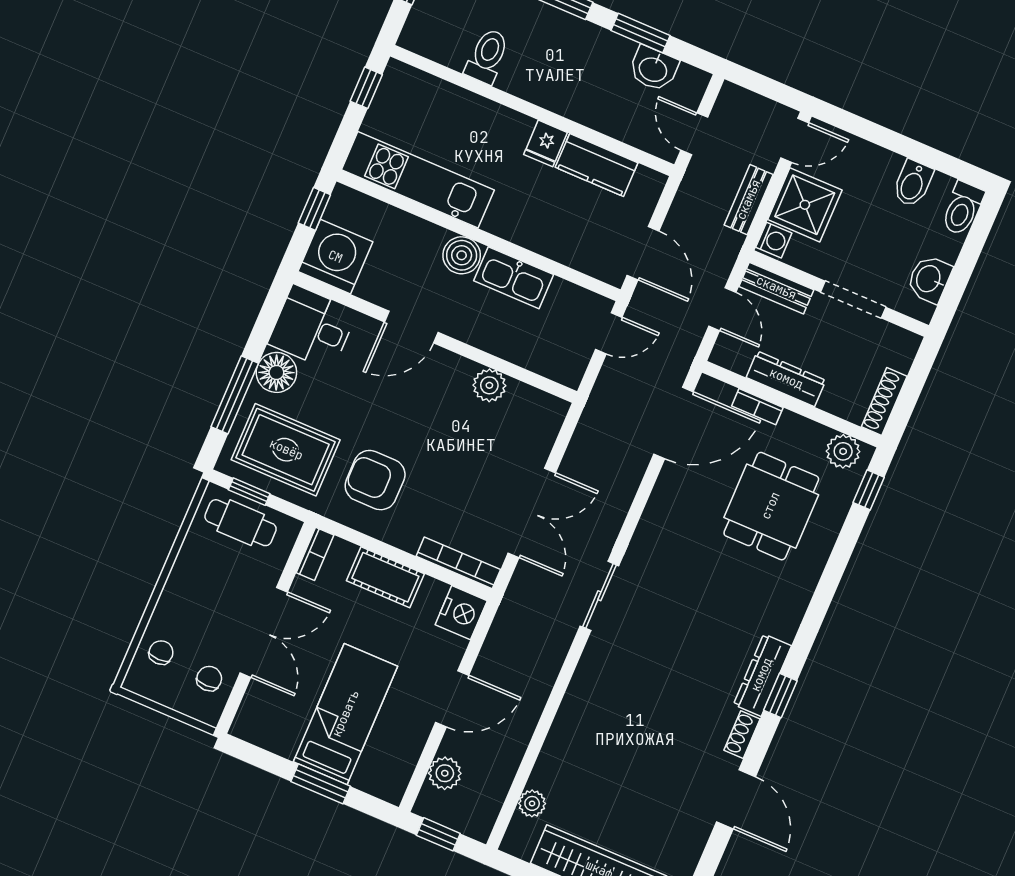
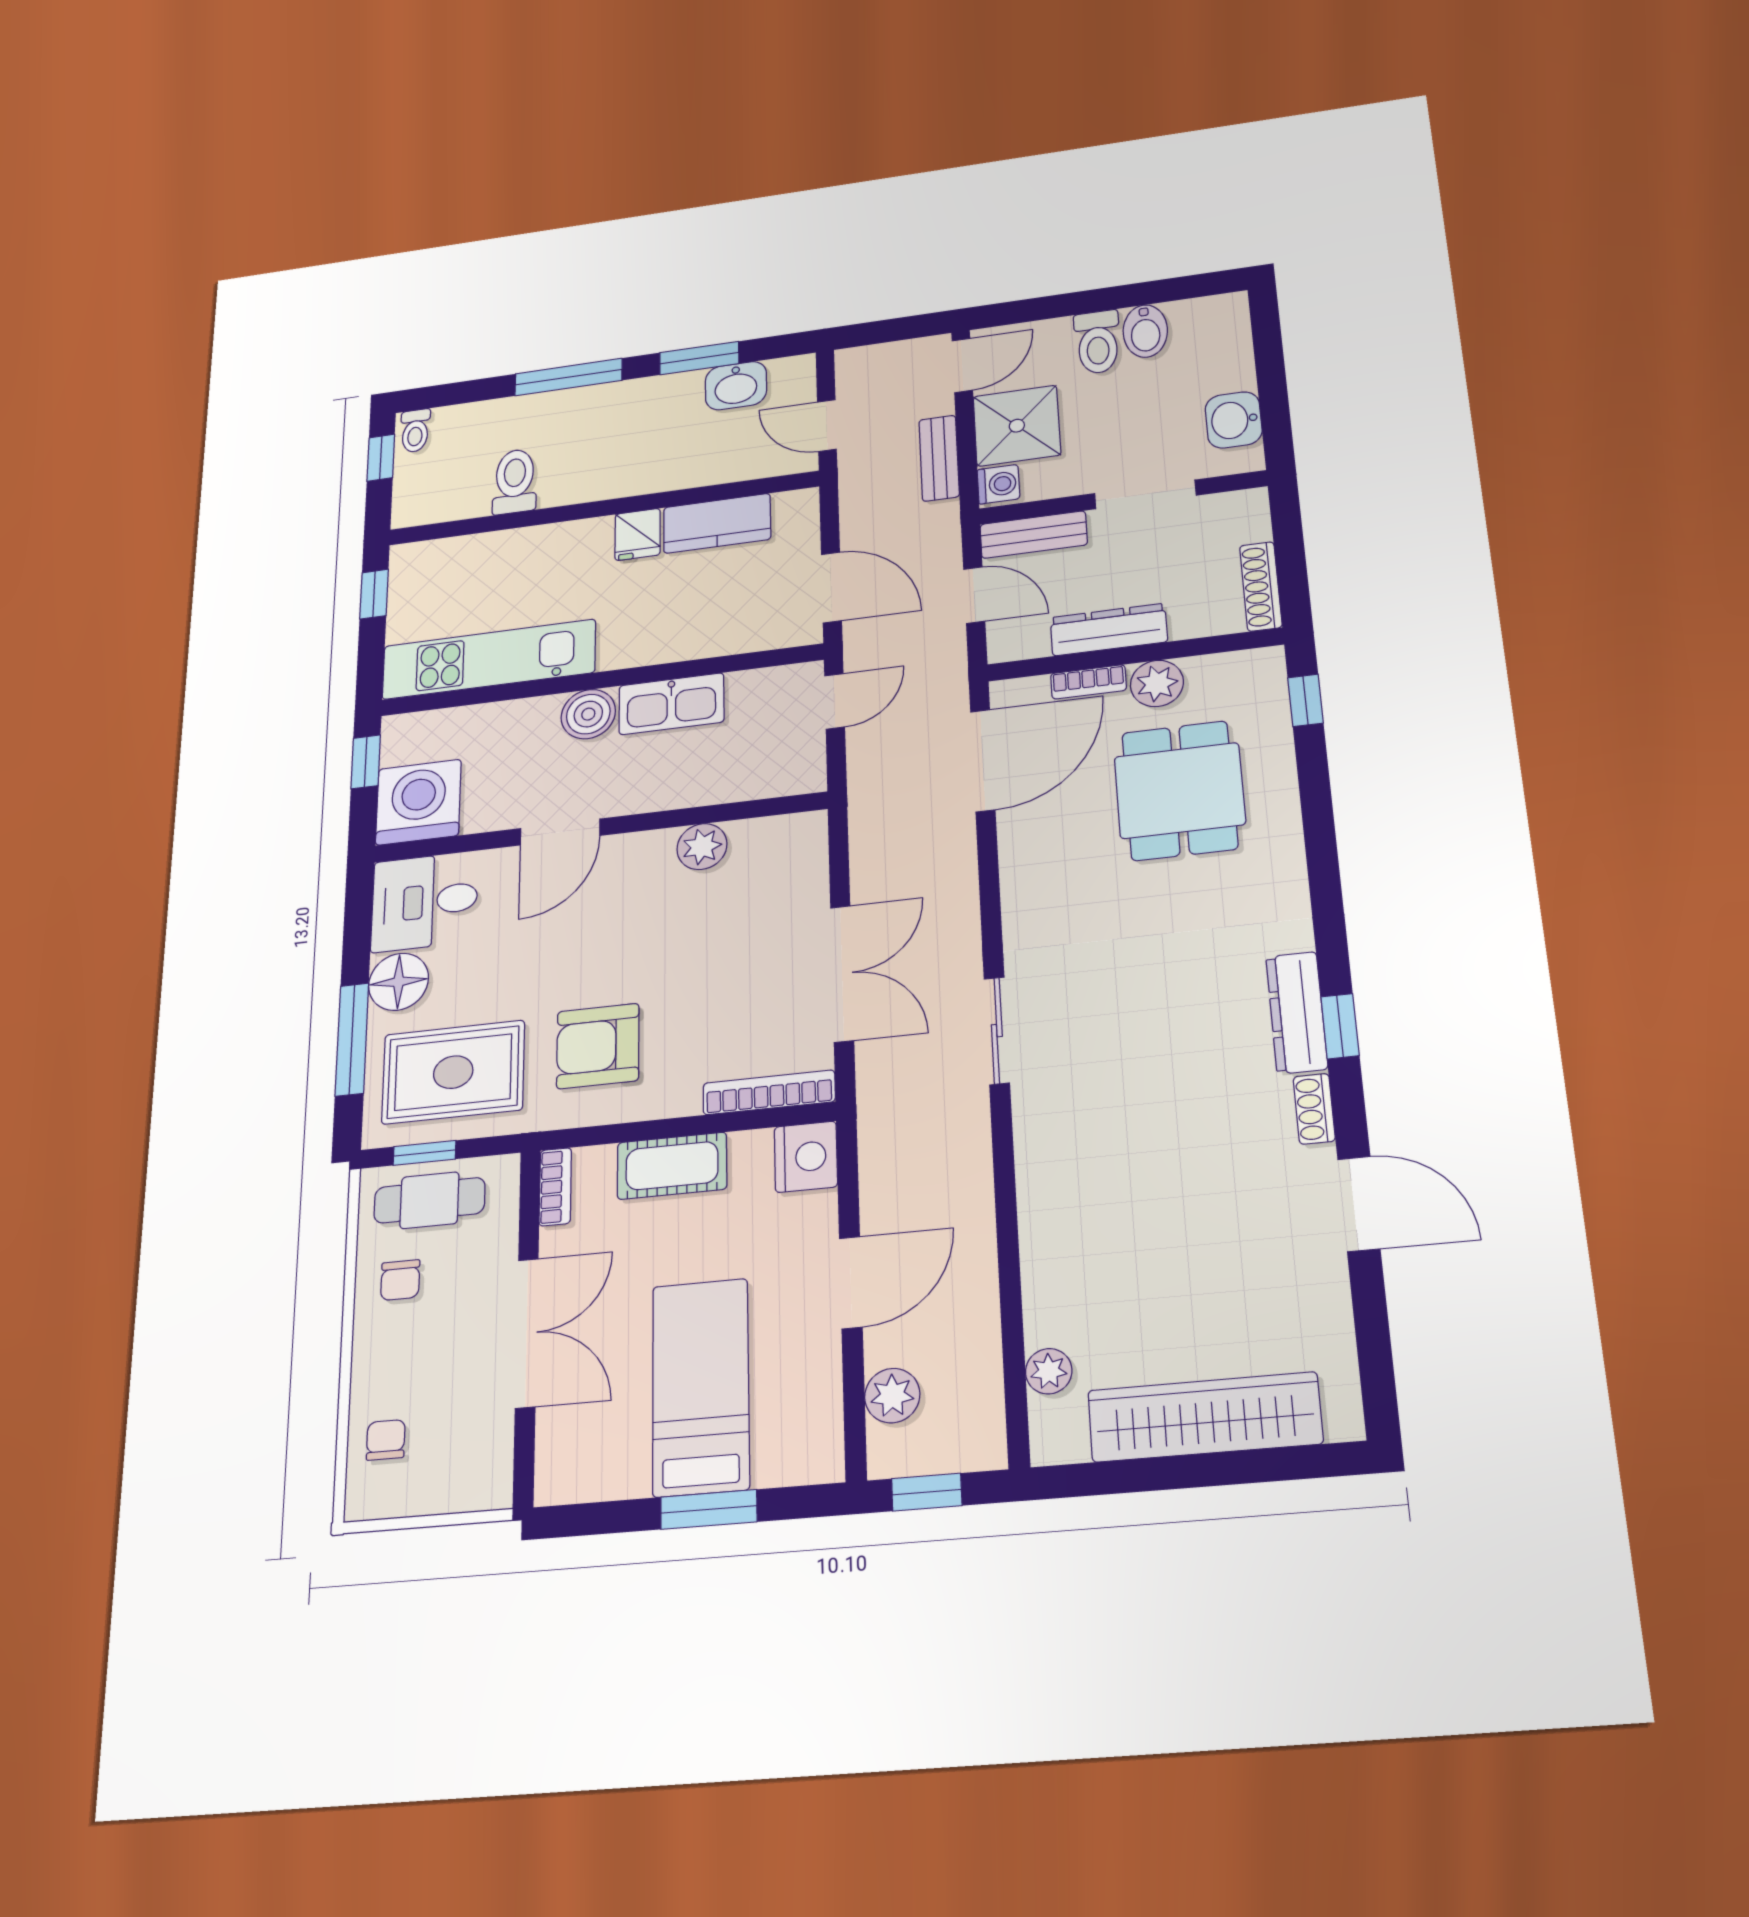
toilet: (962, 208) -> (1098, 342), moved
plant: (843, 451) -> (1157, 683), moved
chair: (209, 679) -> (400, 1280), moved, turned 180

